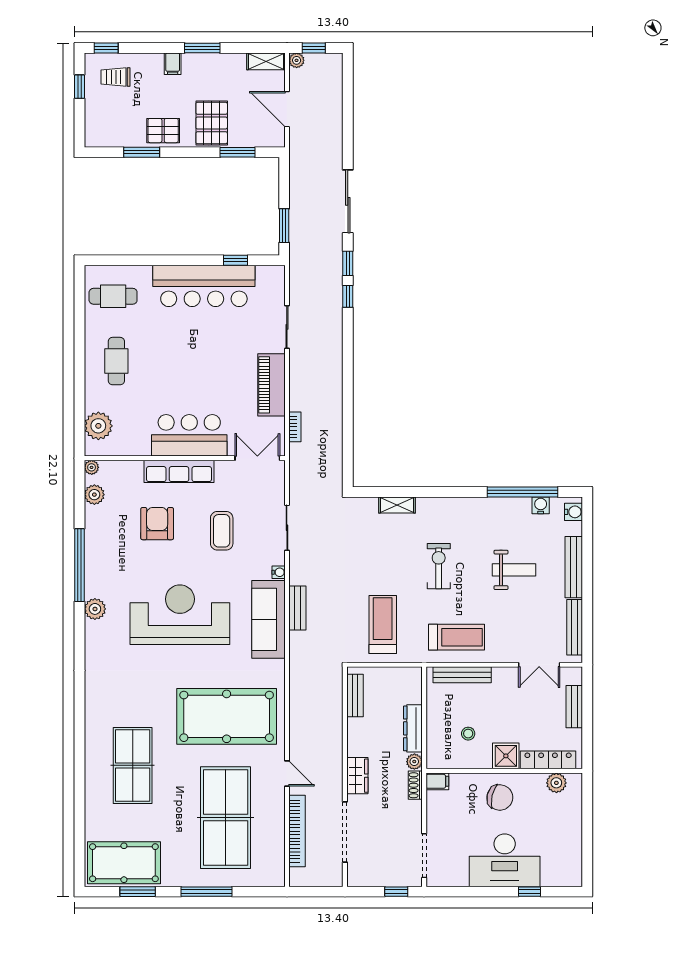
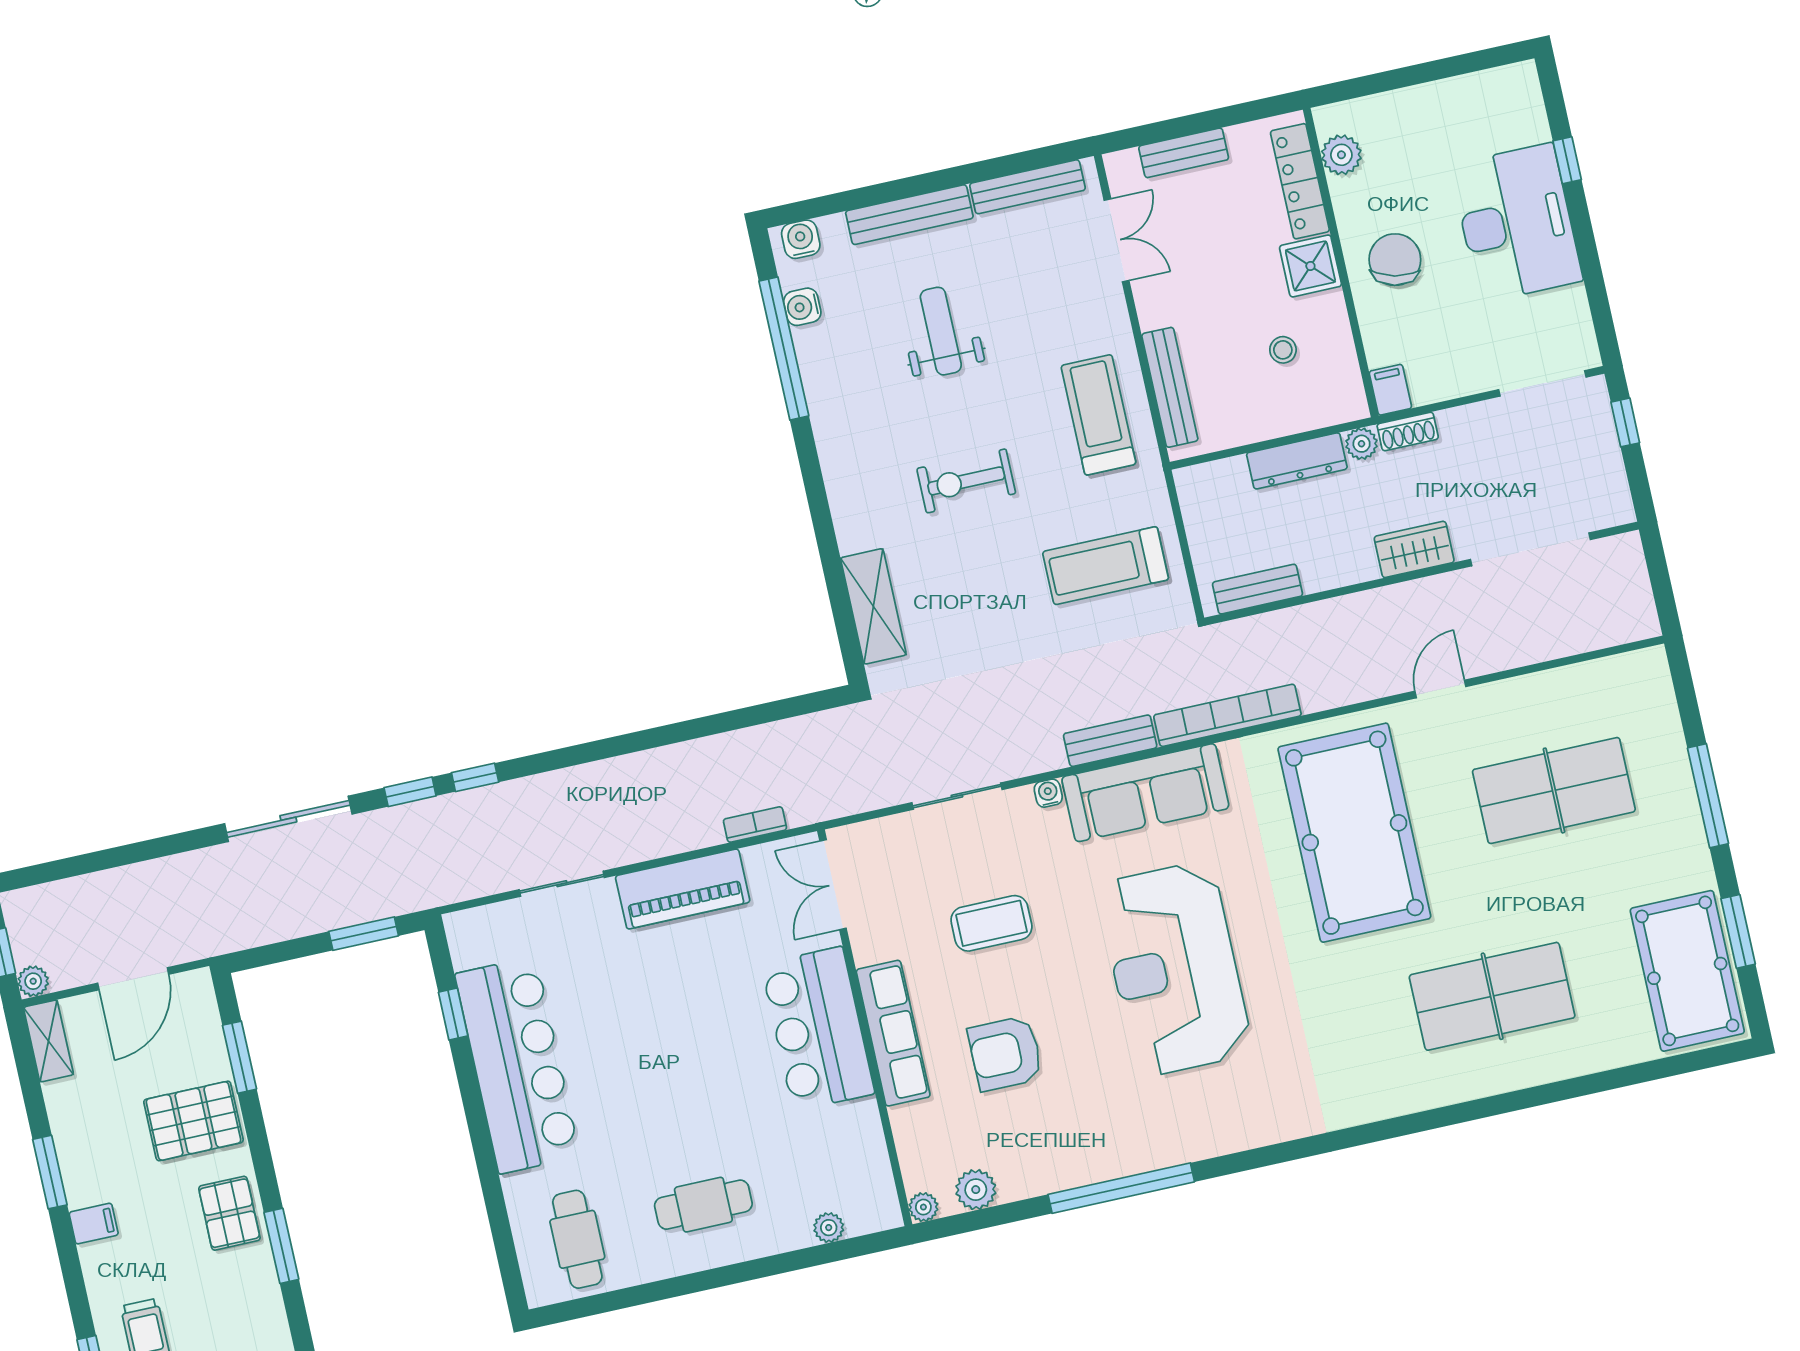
plant: (98, 426) -> (829, 1228), width x0.53, depth x0.53
shelving: (397, 505) -> (873, 606), width x1.50, depth x1.33
plant: (95, 609) -> (1201, 1139), removed
table tennis table: (226, 818) -> (1554, 791), width x0.73, depth x0.76
bookcase: (297, 831) -> (1227, 715), moved

